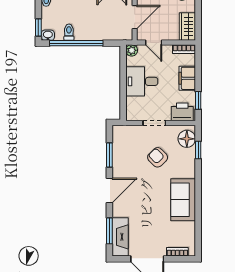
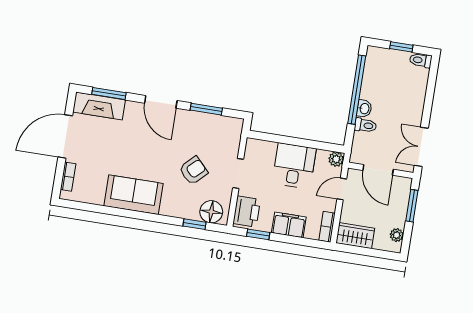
window: (38, 28) -> (401, 47), moved
toilet: (69, 32) -> (365, 125), moved
washbasin: (48, 35) -> (364, 109), moved

